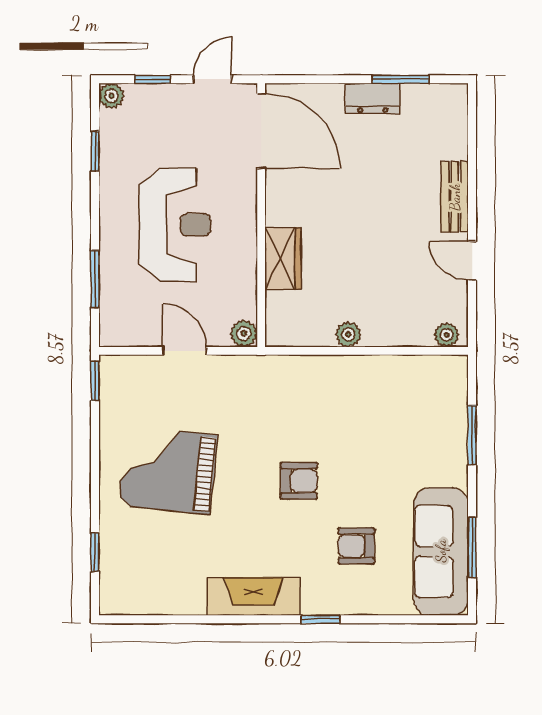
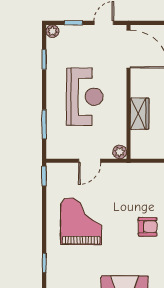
door: (185, 351) -> (90, 161), swing flipped
grand piano: (168, 470) -> (81, 221), turned 84

